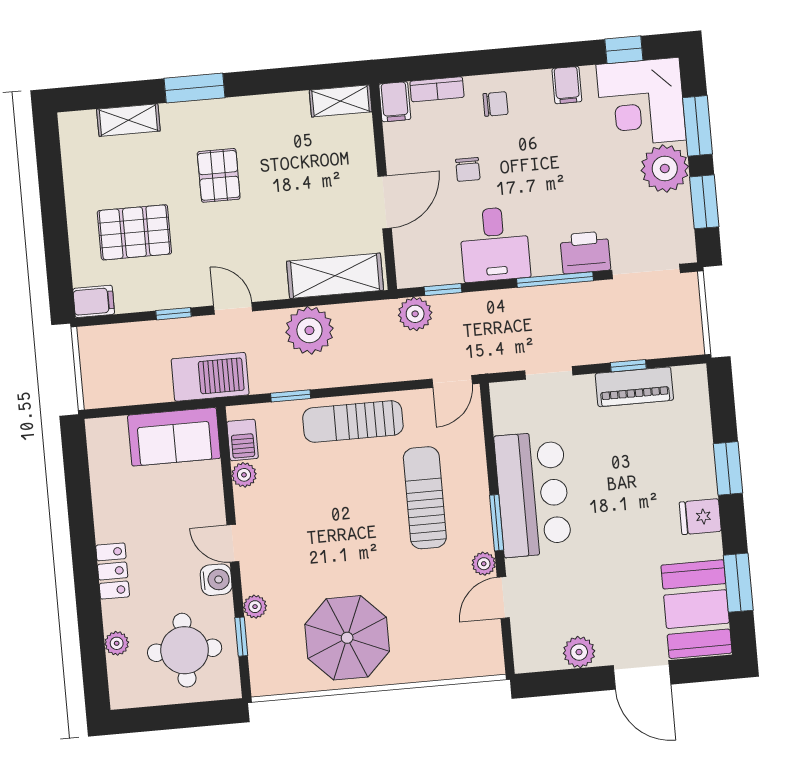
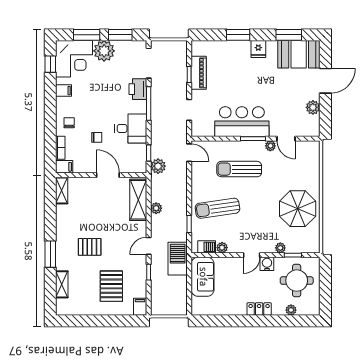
plant: (309, 330) -> (156, 208), width x0.53, depth x0.53
sun lounger: (353, 421) -> (217, 208), moved, turned 82

